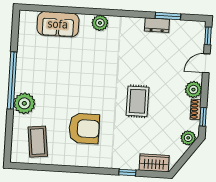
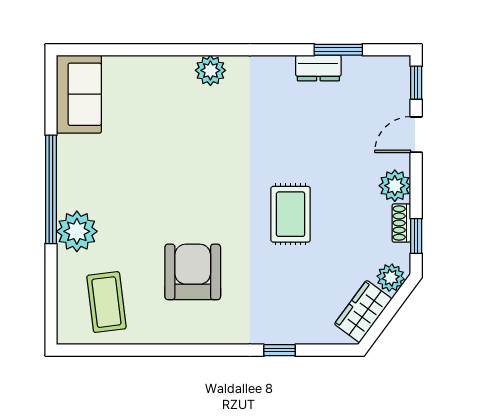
sofa: (58, 24) -> (79, 94), moved, turned -90
armchair: (84, 128) -> (193, 272), turned -90
wardrobe: (154, 163) -> (363, 311), moved, turned -54

